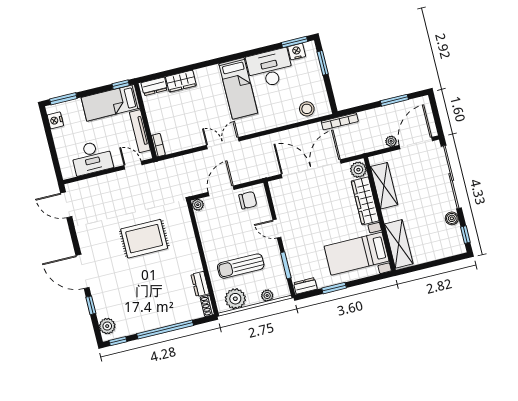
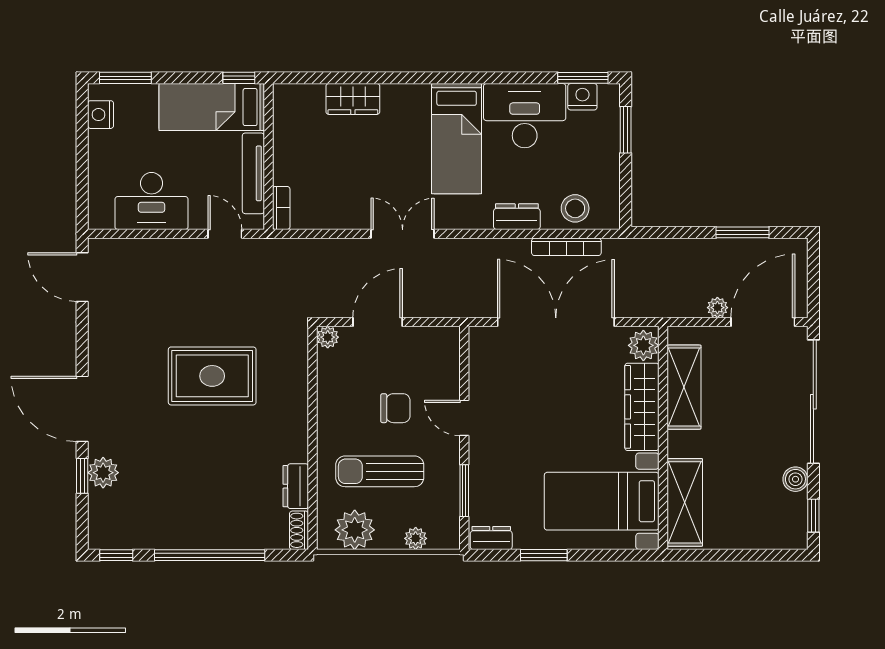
dresser: (154, 86) -> (517, 217), moved, turned 180
bookcase: (340, 121) -> (566, 247), moved
chair: (248, 200) -> (395, 408), moved
plant: (107, 326) -> (103, 473), moved

